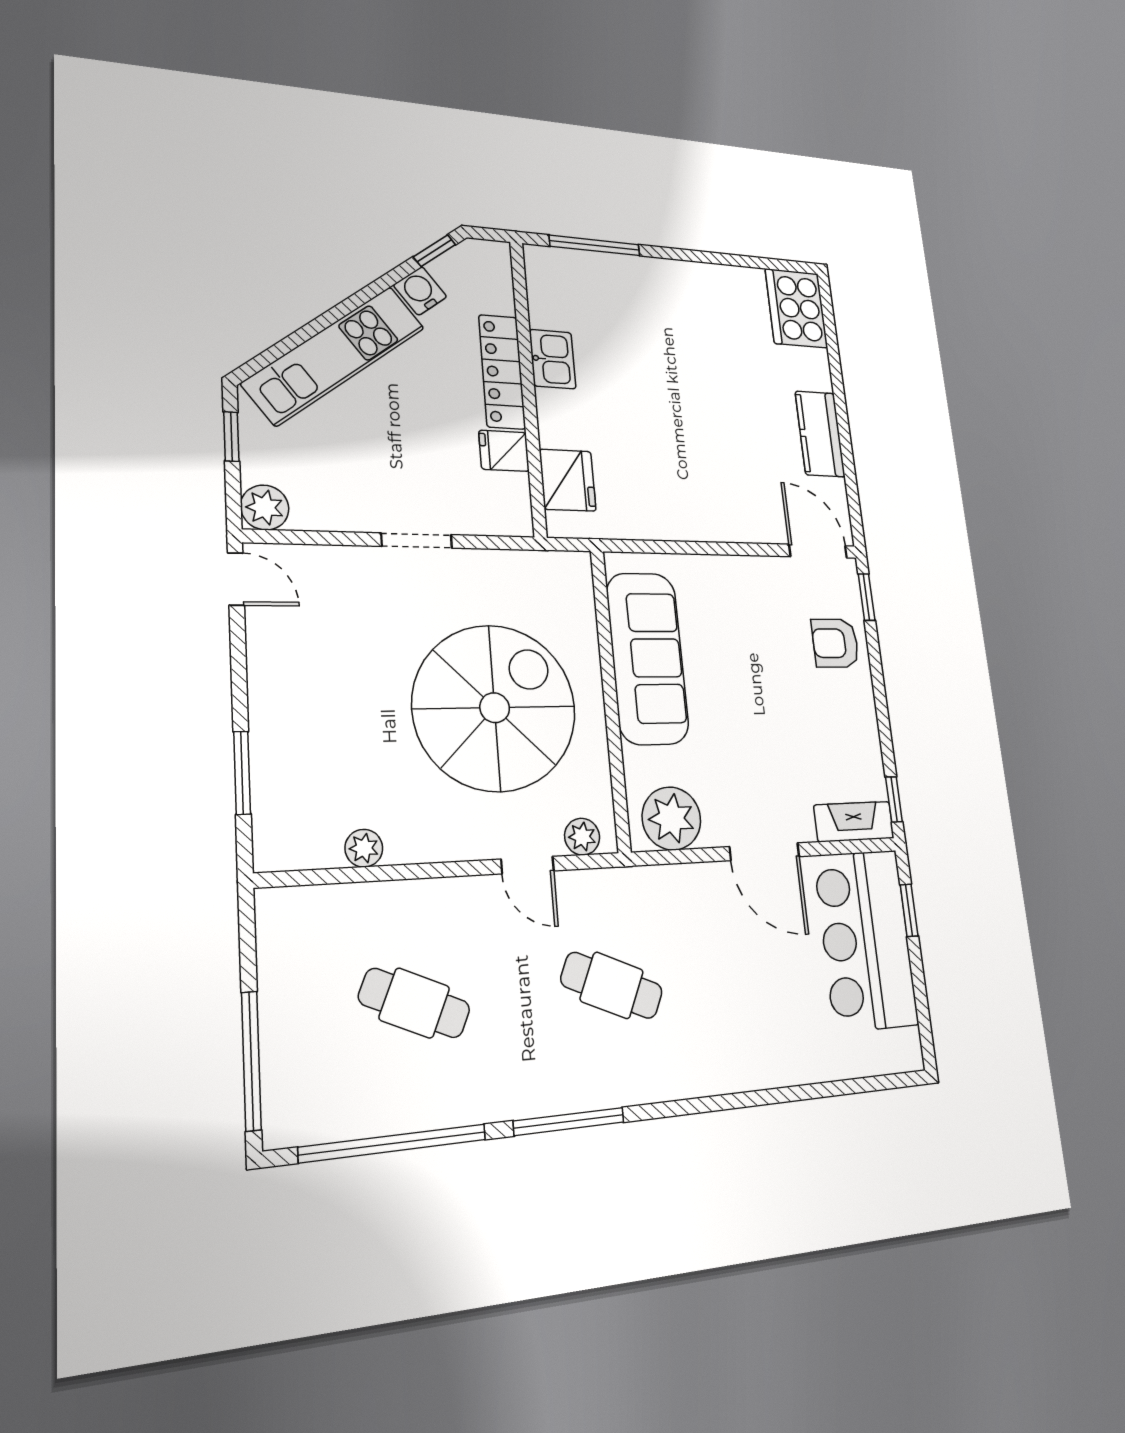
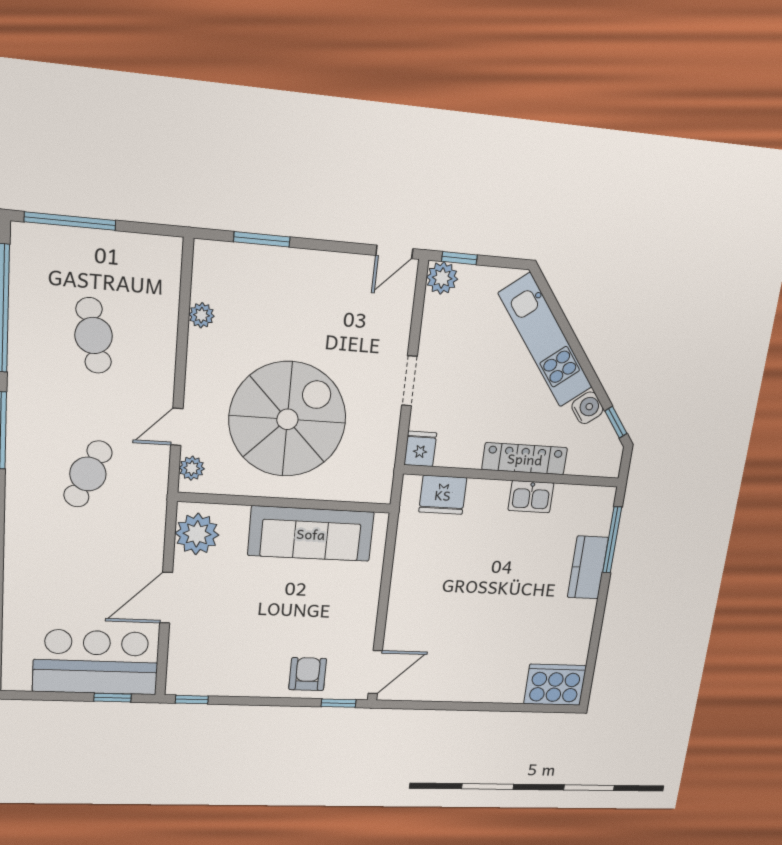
kitchen counter: (820, 434) -> (588, 567), moved, turned -90
window: (231, 437) -> (459, 258), moved
fridge: (504, 451) -> (420, 449), moved
spiral stairs: (495, 708) -> (287, 419), turned -90
fireplace: (854, 822) -> (180, 667), removed
cafe table: (414, 1003) -> (94, 336), turned -36

